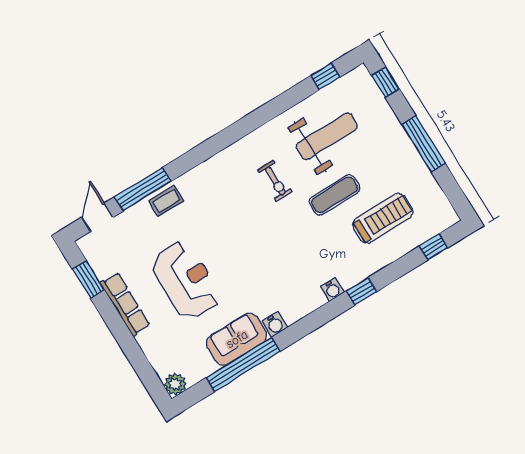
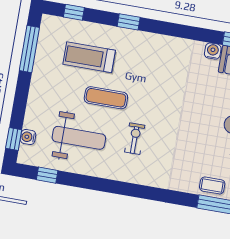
weight bench: (327, 136) -> (79, 138), turned 180
window: (423, 144) -> (29, 49), moved
water cooler: (332, 290) -> (28, 137), moved, turned -90
window: (362, 291) -> (129, 22), moved

